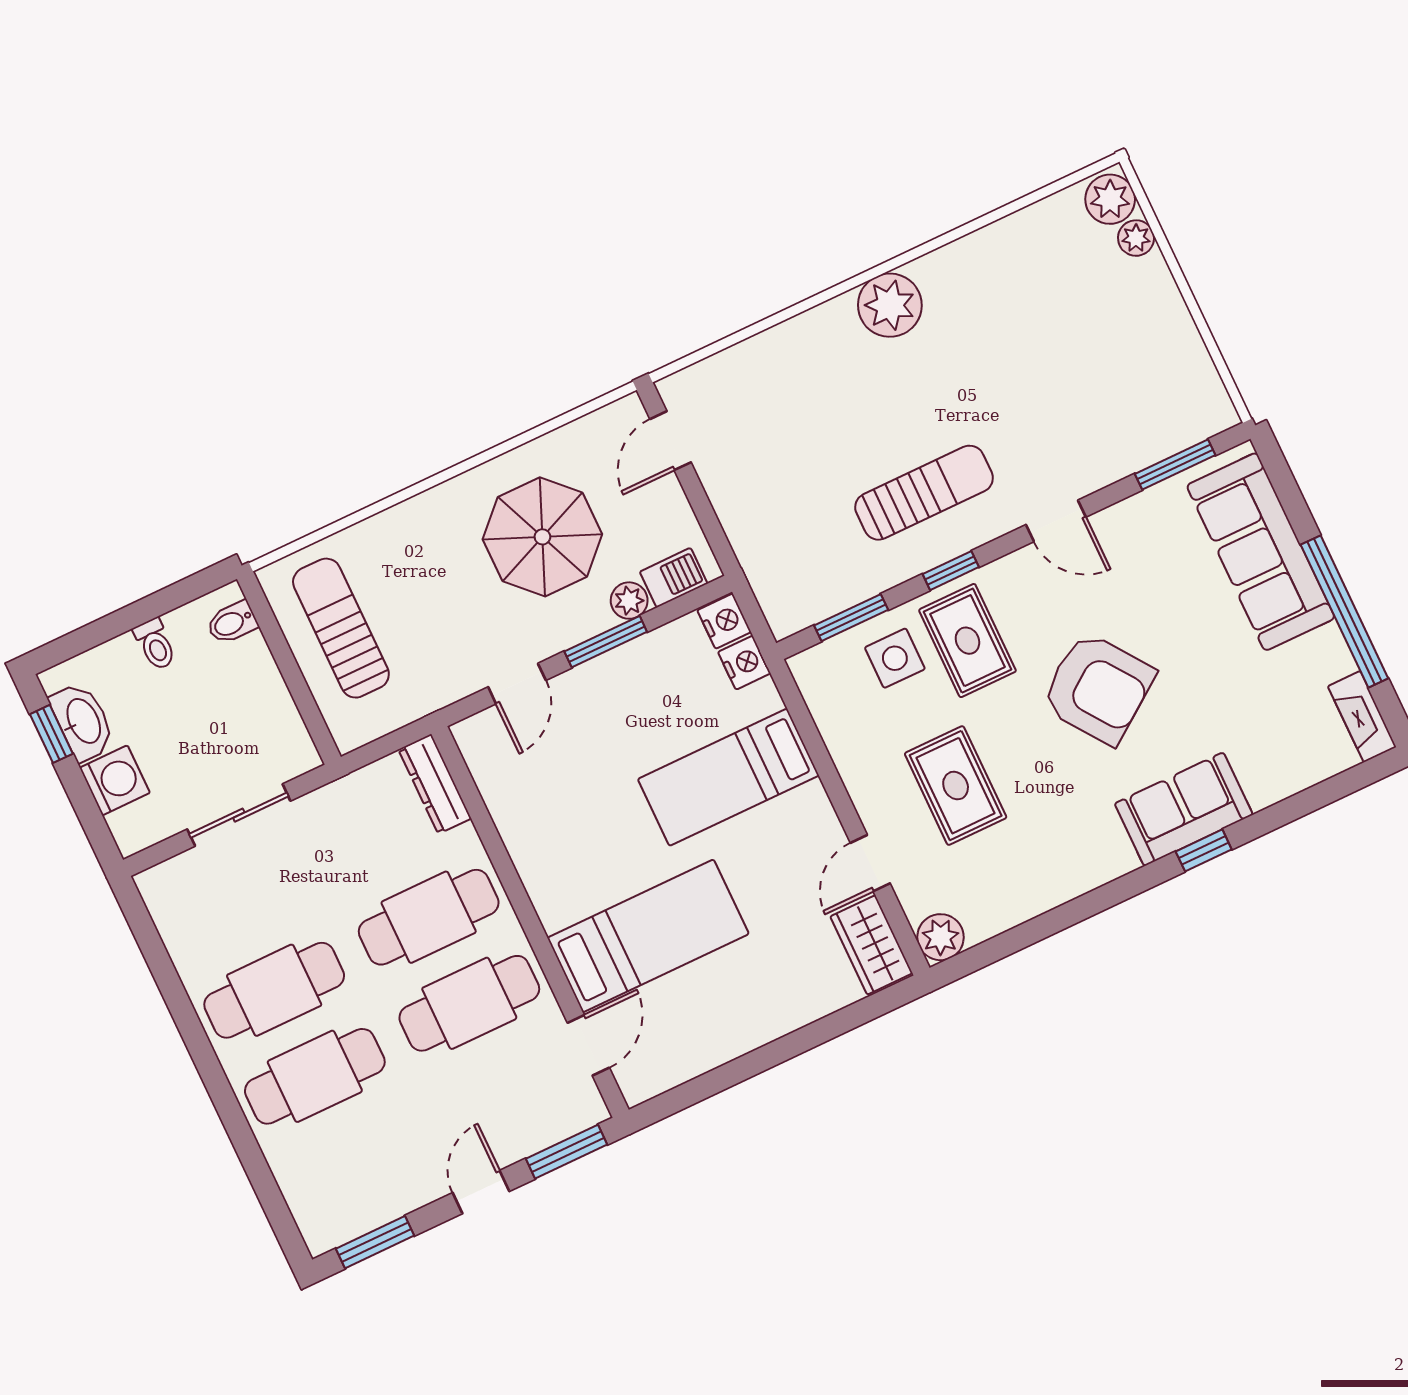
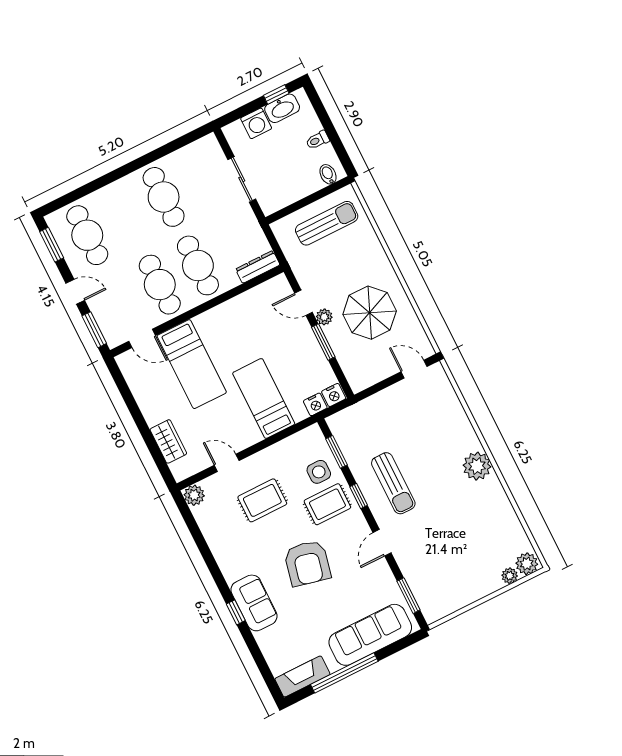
barbecue: (674, 578) -> (353, 372), removed
plant: (629, 601) -> (324, 317), moved
armchair: (1098, 688) -> (307, 563), turned -41
fireplace: (1362, 717) -> (302, 676), width x1.37, depth x1.32
wardrobe: (871, 945) -> (168, 441), moved, turned 90
cafe table: (315, 1076) -> (87, 235), moved

